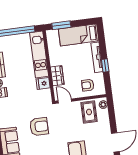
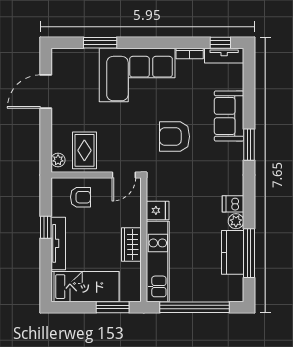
wardrobe: (57, 76) -> (131, 245), moved
door: (65, 101) -> (124, 175), hinge flipped

